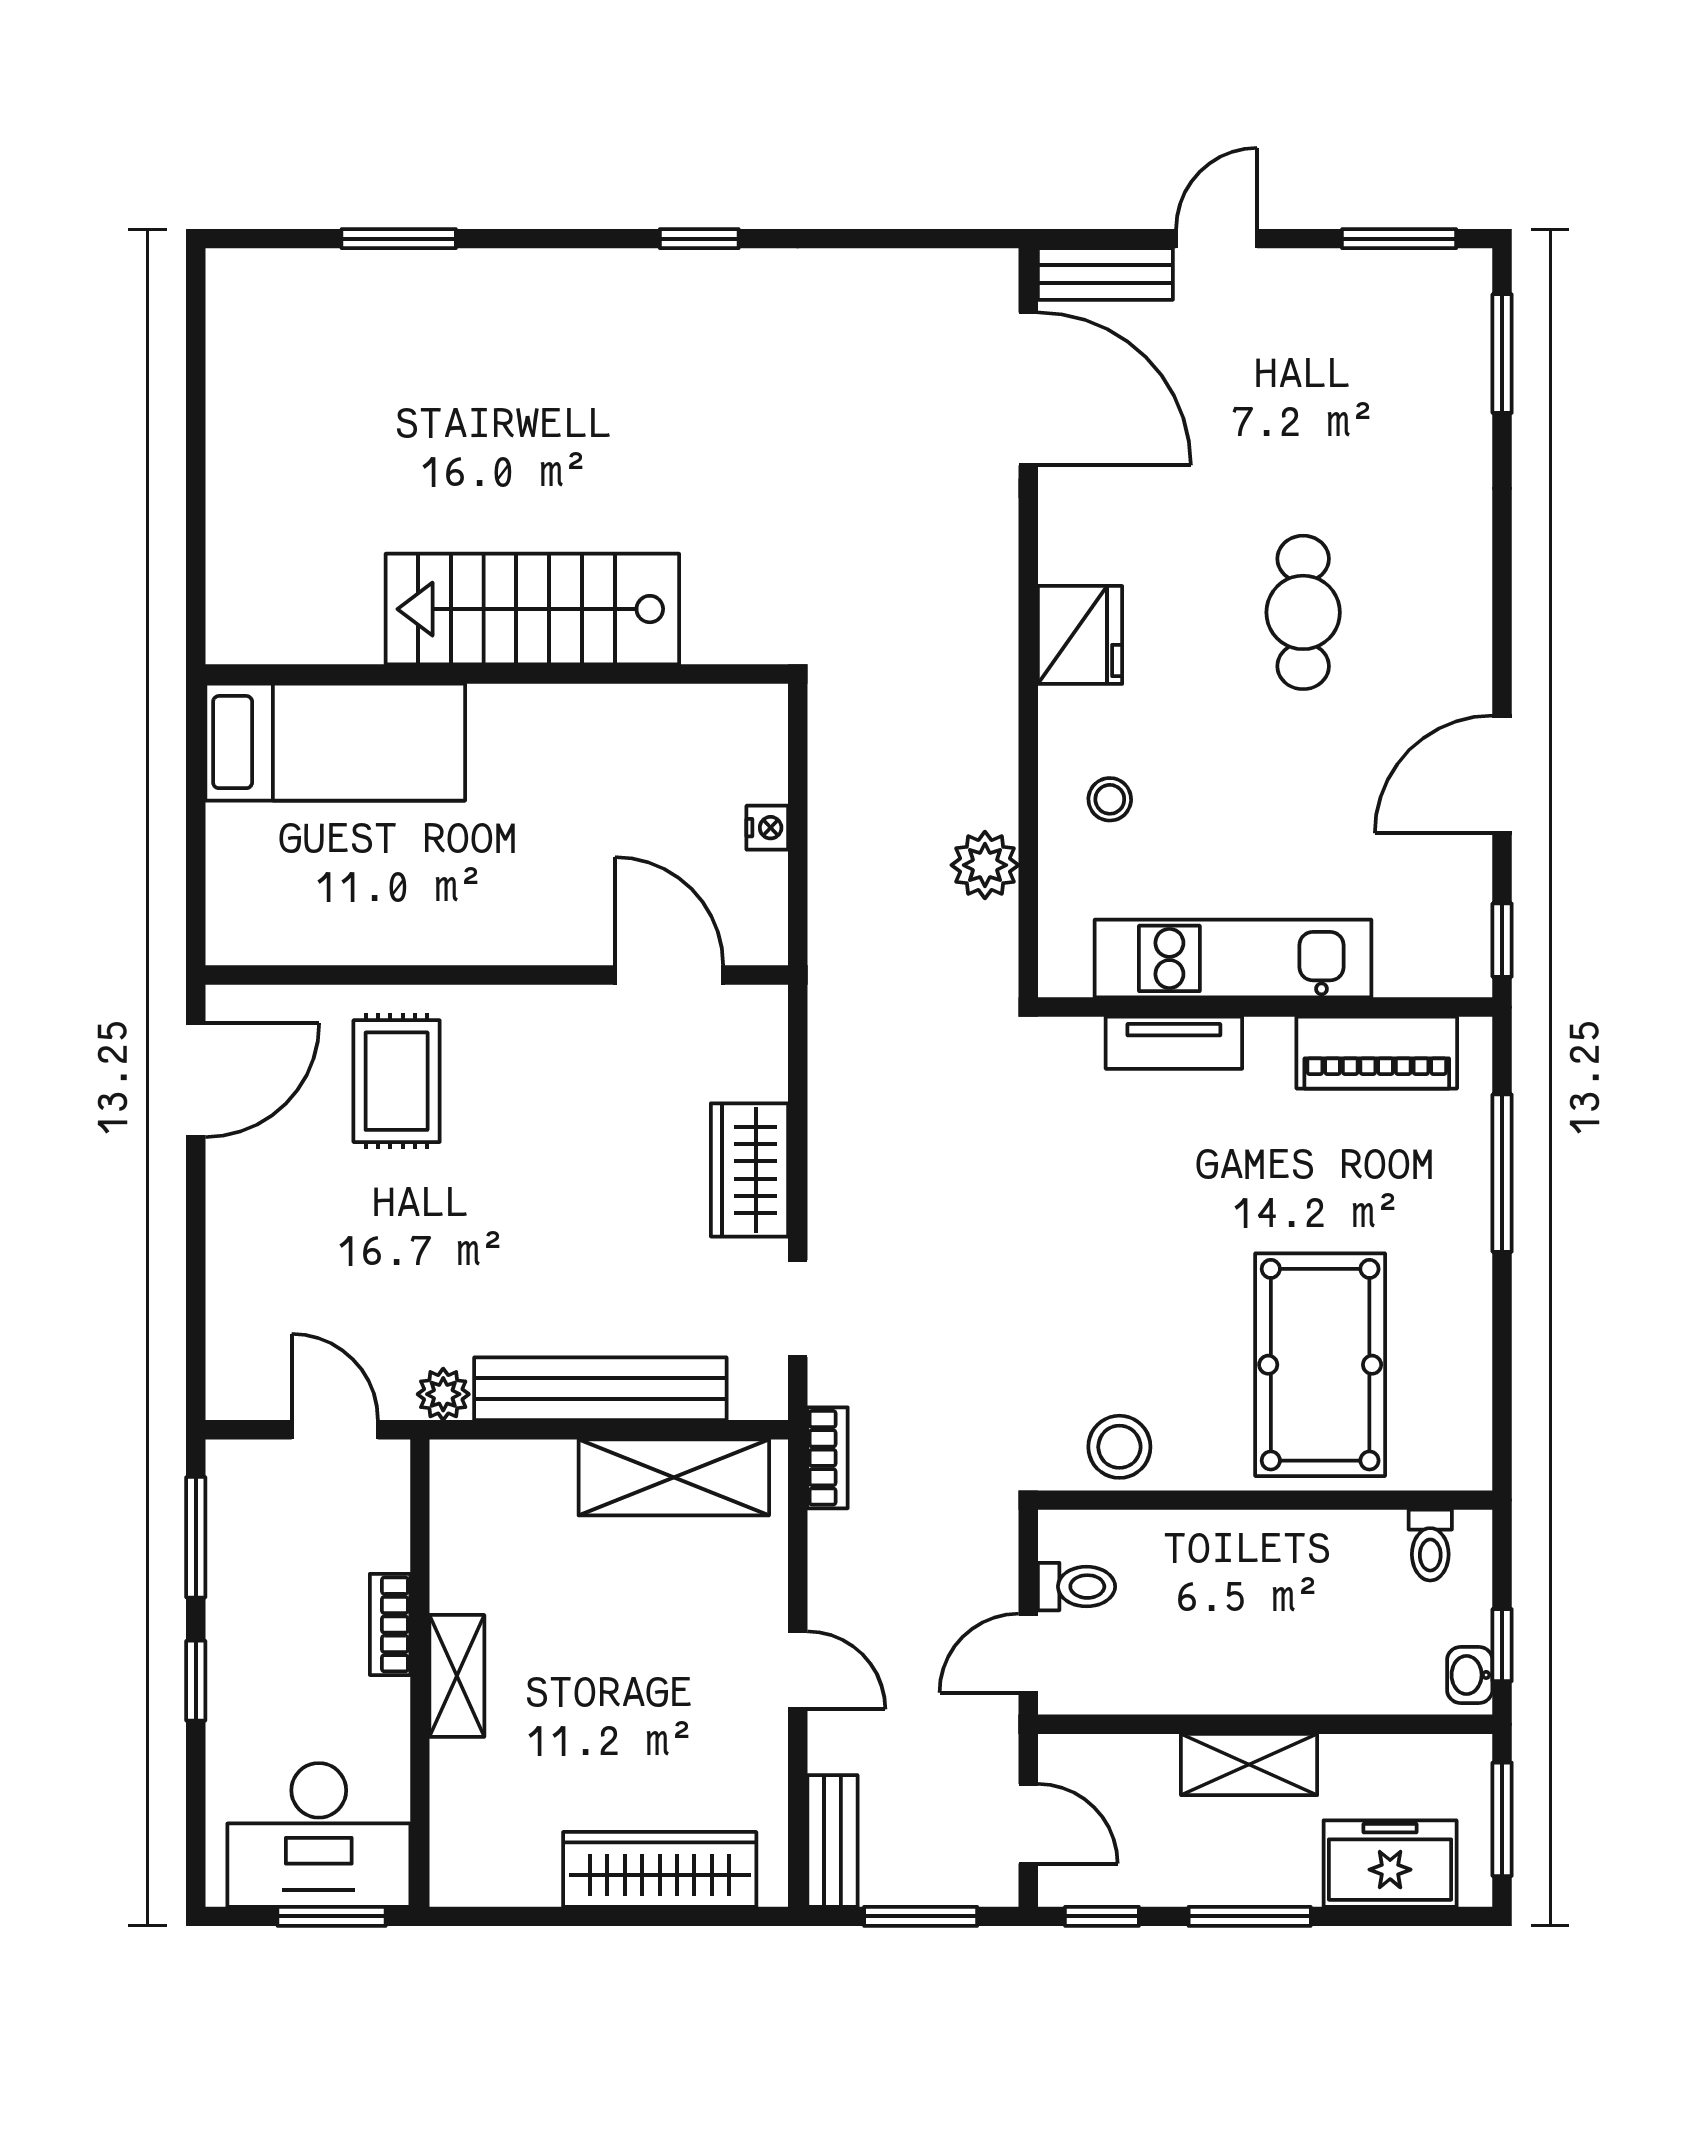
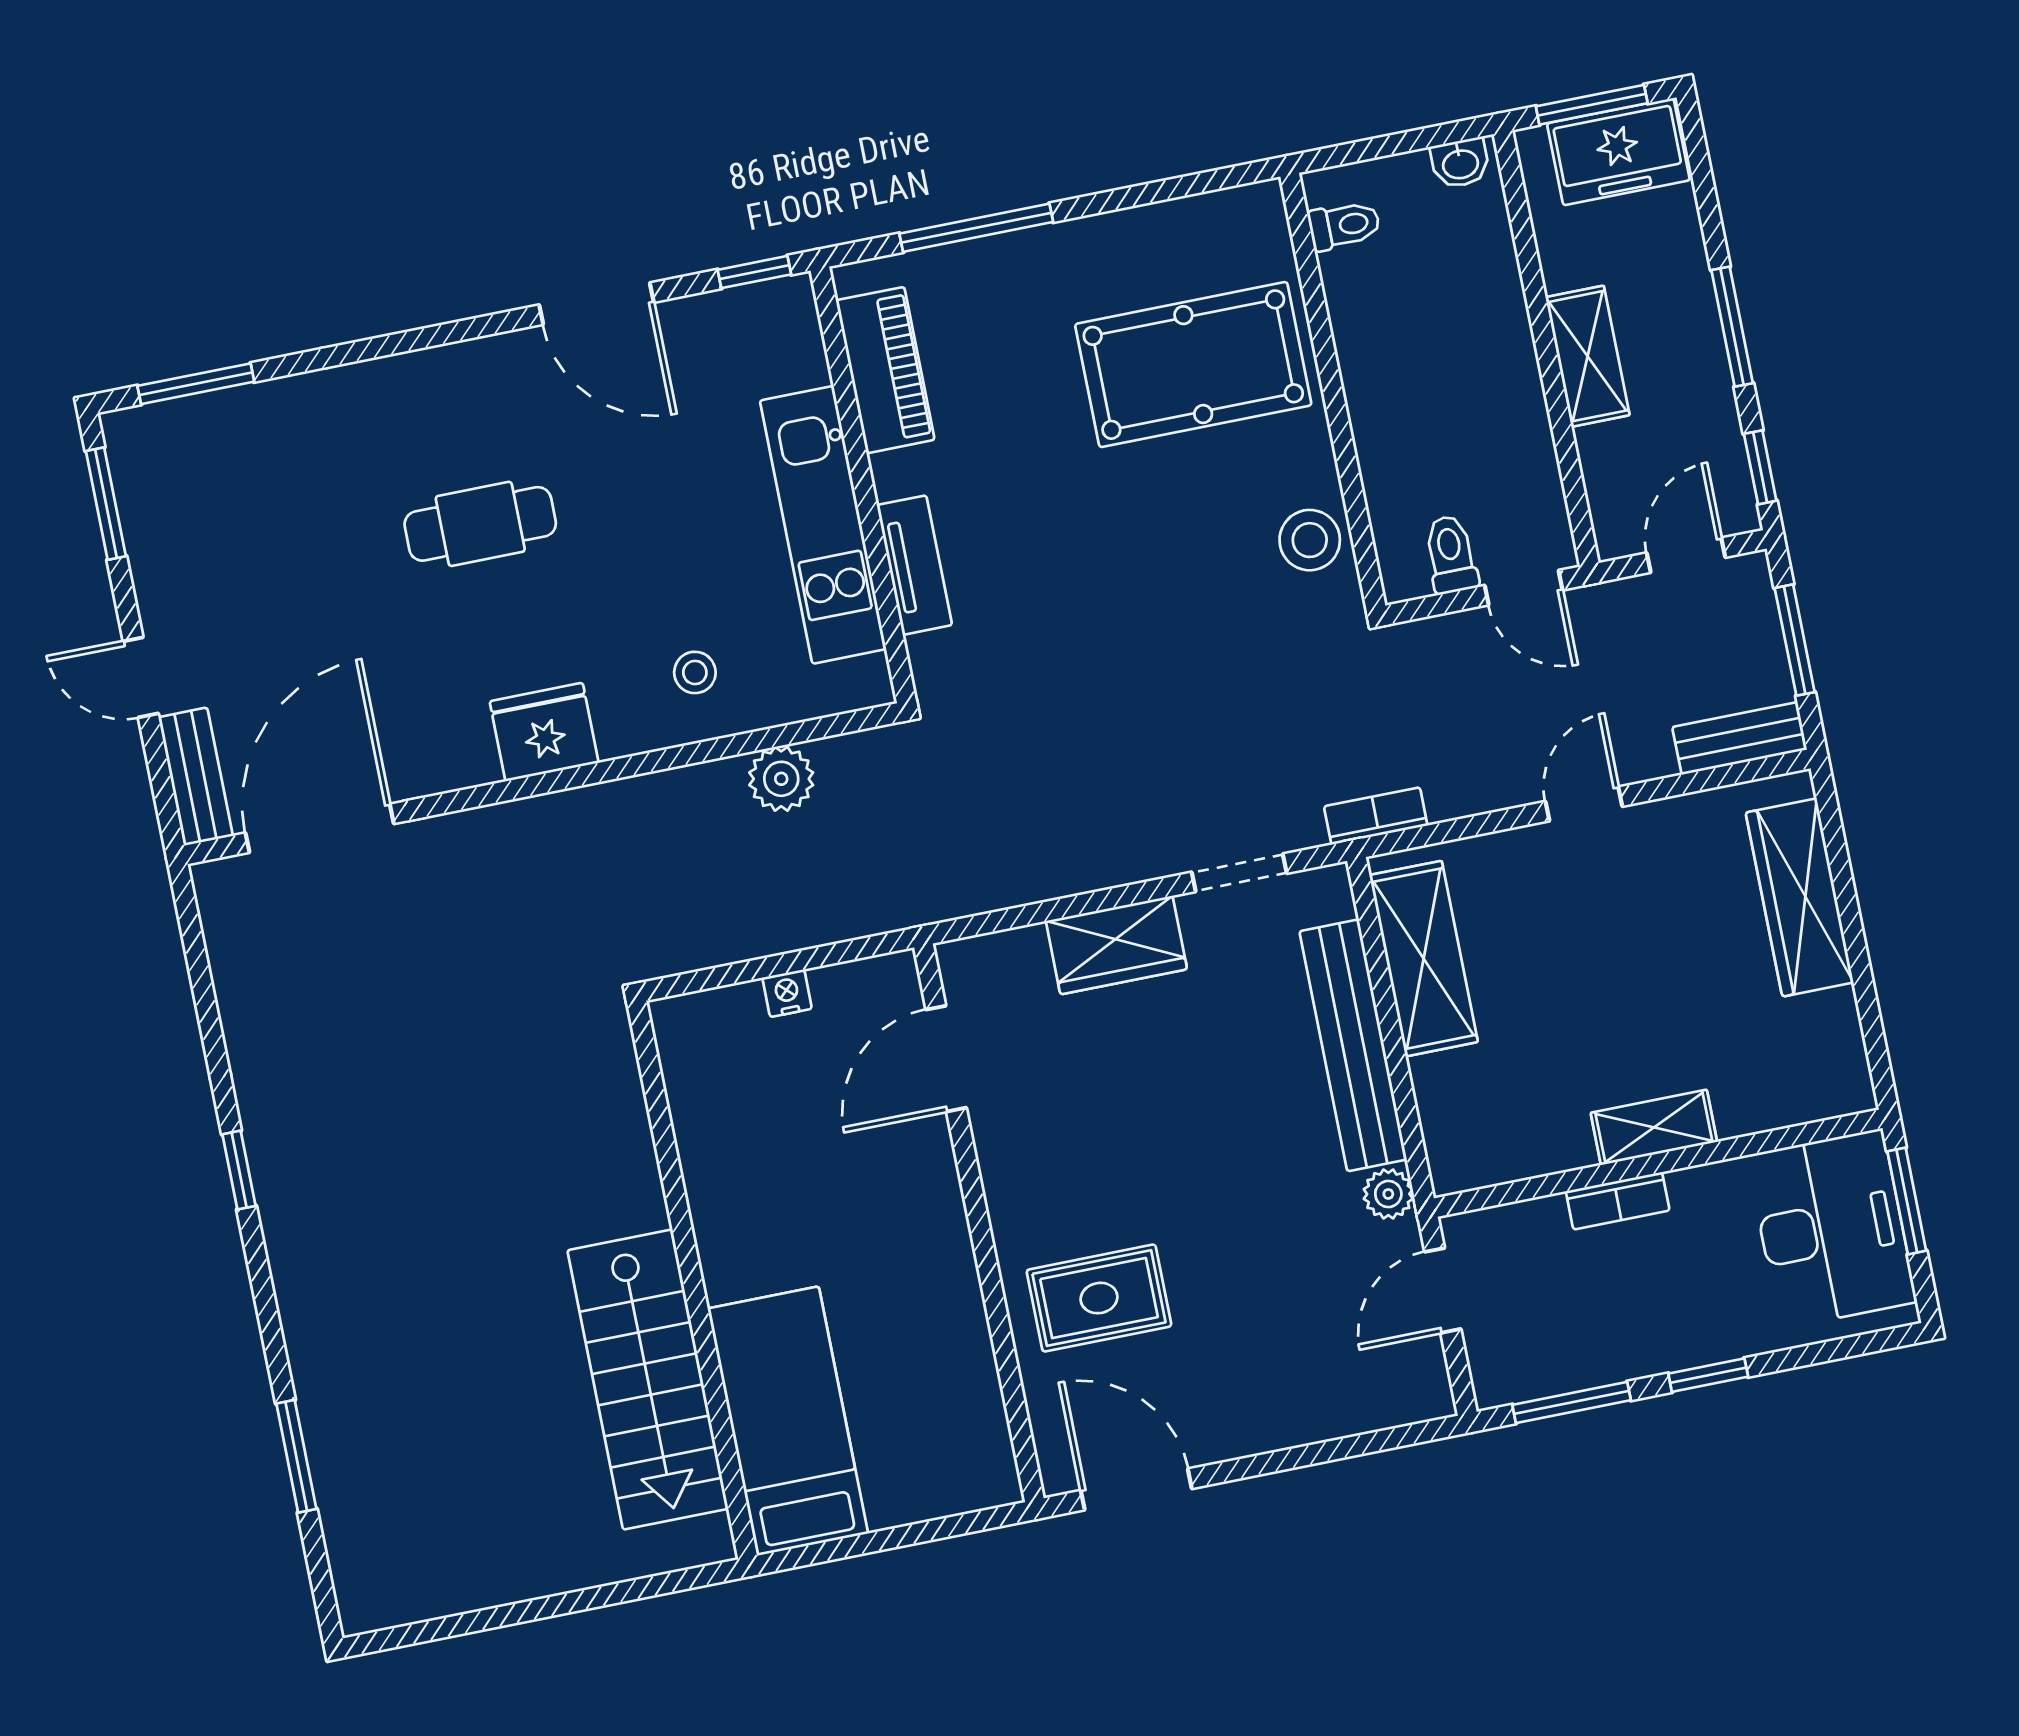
stairs: (532, 609) -> (648, 1380), moved
window: (1502, 1645) -> (1426, 138), removed
freezer: (1390, 1864) -> (1618, 152), moved, turned -90

